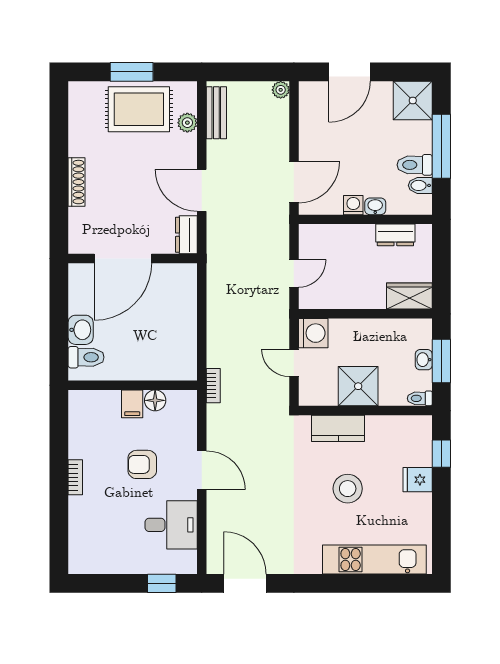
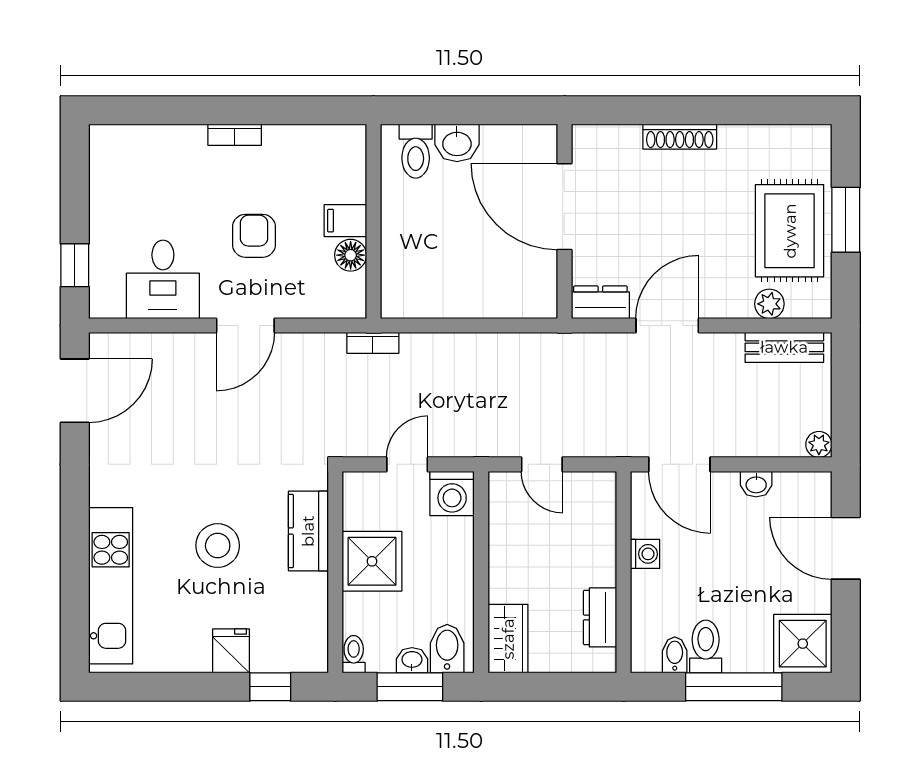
washbasin: (375, 206) -> (756, 484), moved, turned 90
bidet: (416, 336) -> (447, 649), added

